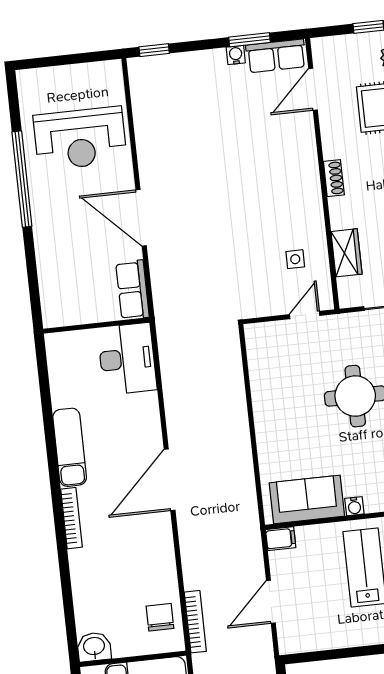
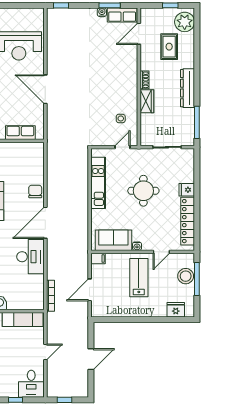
wardrobe: (347, 253) -> (147, 101), moved
row of seats: (133, 290) -> (20, 133), moved, turned 90
desk: (127, 359) -> (30, 257), moved
kitchen unit: (265, 390) -> (98, 183), added
chair: (160, 617) -> (35, 191), moved

